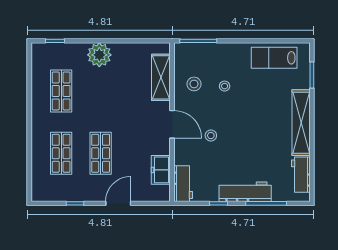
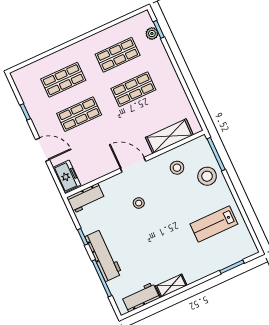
plant: (99, 55) -> (152, 33), moved, width x0.53, depth x0.53
lab bench: (274, 58) -> (214, 224), moved, turned -90
stool: (225, 86) -> (207, 176), moved, width x1.89, depth x1.89
shop shelf: (101, 91) -> (133, 89), added
shelving: (301, 123) -> (171, 286), width x0.45, depth x0.75
door: (172, 124) -> (133, 165), swing flipped
freezer: (161, 170) -> (67, 176), moved, turned 90

